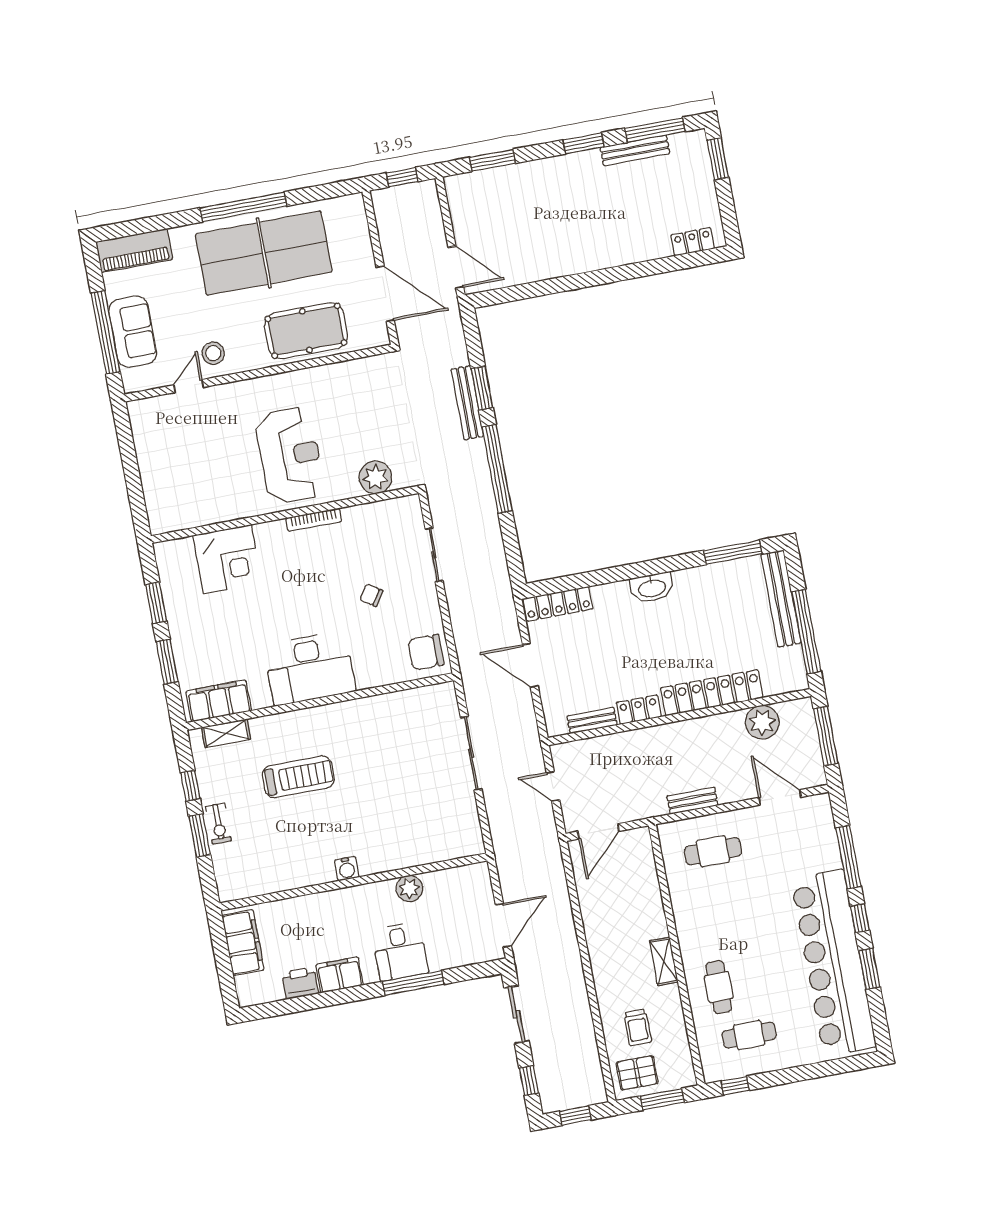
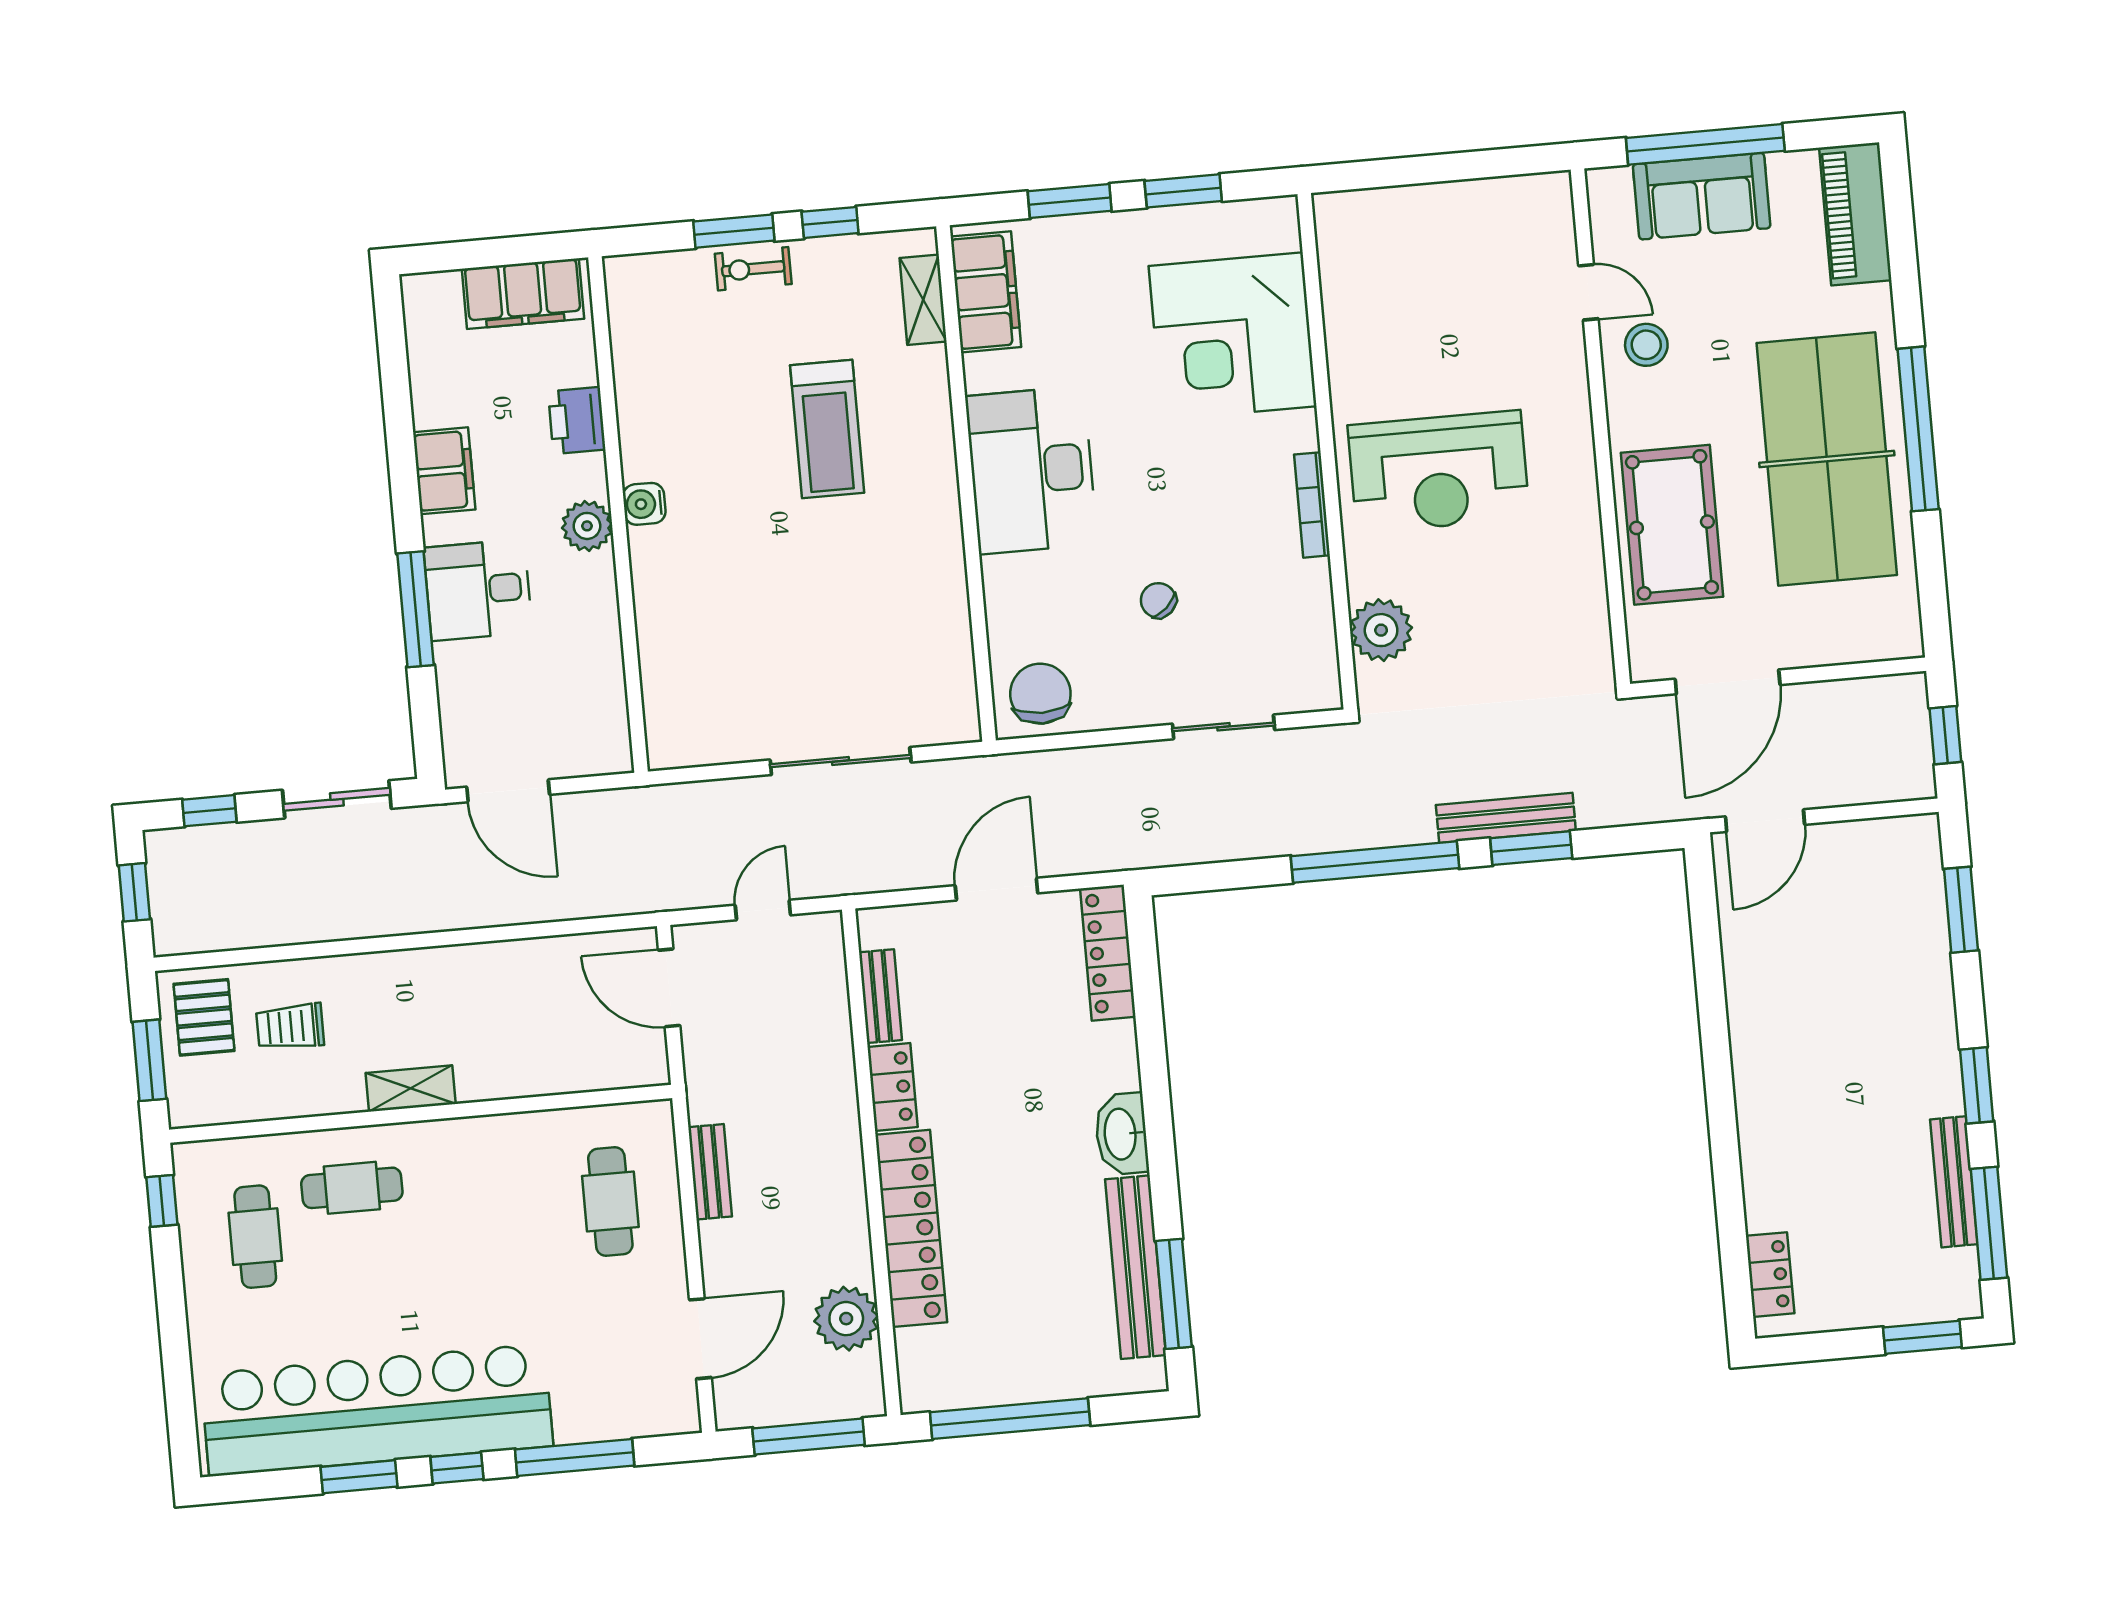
corner desk: (227, 559) -> (1233, 336), width x1.36, depth x1.36
chair: (371, 595) -> (1158, 600), turned -76
bench: (781, 599) -> (1136, 1267), moved, turned 90
plant: (409, 888) -> (587, 526), moved
printer: (300, 983) -> (577, 420), moved, turned 180

